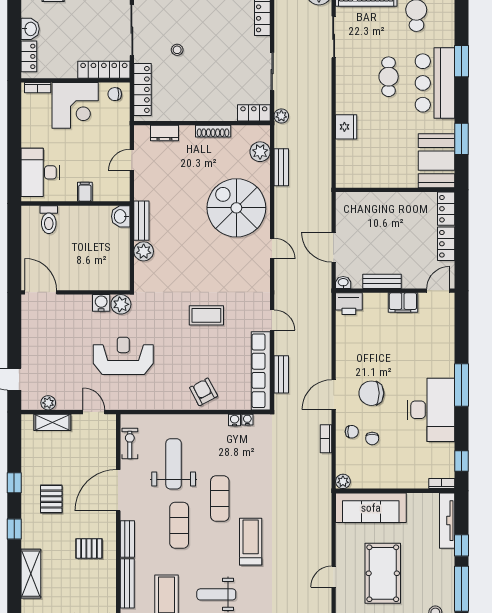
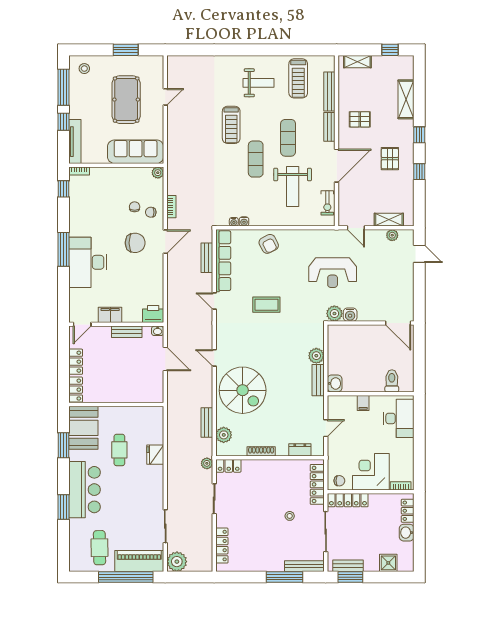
cafe table: (389, 77) -> (119, 450), moved
desk: (431, 410) -> (88, 262), moved

